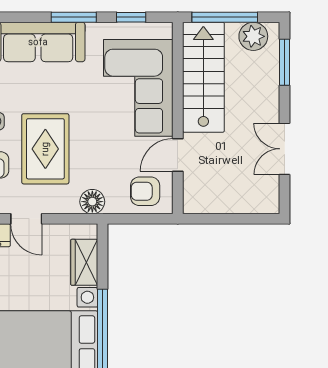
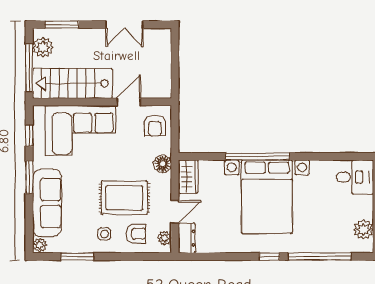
door: (178, 155) -> (129, 102), swing flipped
wardrobe: (84, 262) -> (188, 177), moved, turned -90

